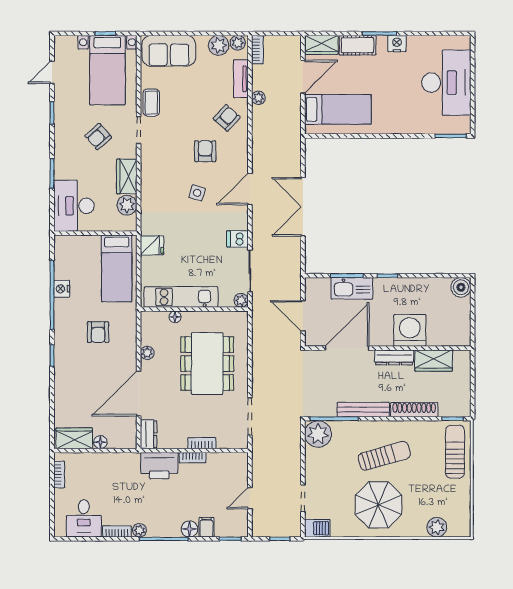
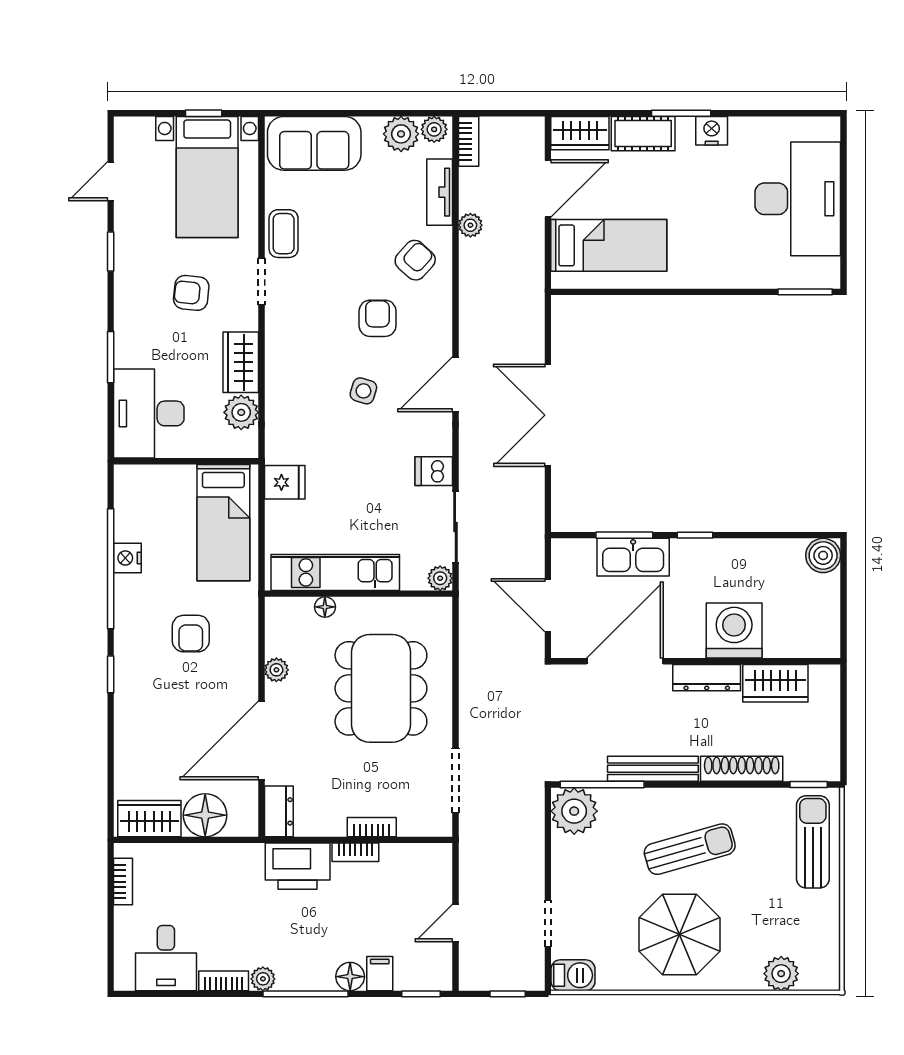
armchair: (98, 137) -> (191, 293), turned 47
floor lamp: (100, 442) -> (205, 815), width x1.89, depth x1.89

